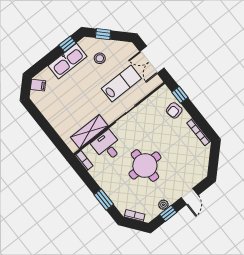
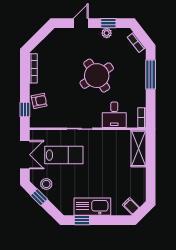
window: (103, 34) -> (39, 197), moved
stool: (100, 58) -> (46, 184), moved
lab bench: (121, 84) -> (64, 155), turned 180
shelving: (89, 131) -> (138, 148), moved, turned 90
round table: (145, 165) -> (97, 76), turned -34
window: (104, 200) -> (151, 75), width x1.44

